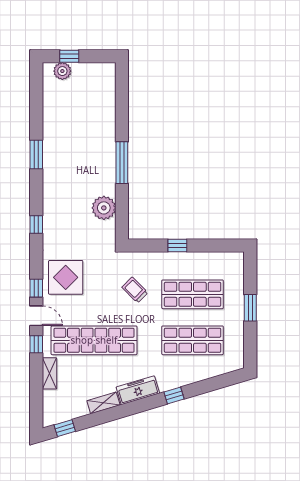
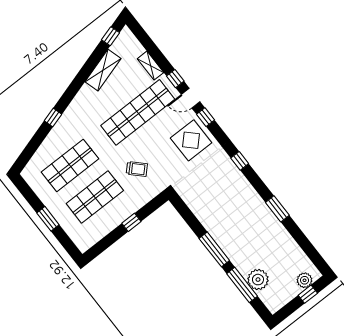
window: (122, 111) -> (242, 285), added
plant: (104, 208) -> (258, 280), moved
freezer: (138, 390) -> (81, 102), removed
shelving: (103, 403) -> (103, 70), width x1.50, depth x1.33

